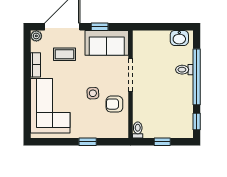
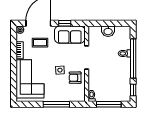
washbasin: (179, 38) -> (108, 31), moved
window: (88, 142) -> (56, 104), width x2.17
window: (162, 142) -> (109, 104), width x2.17

